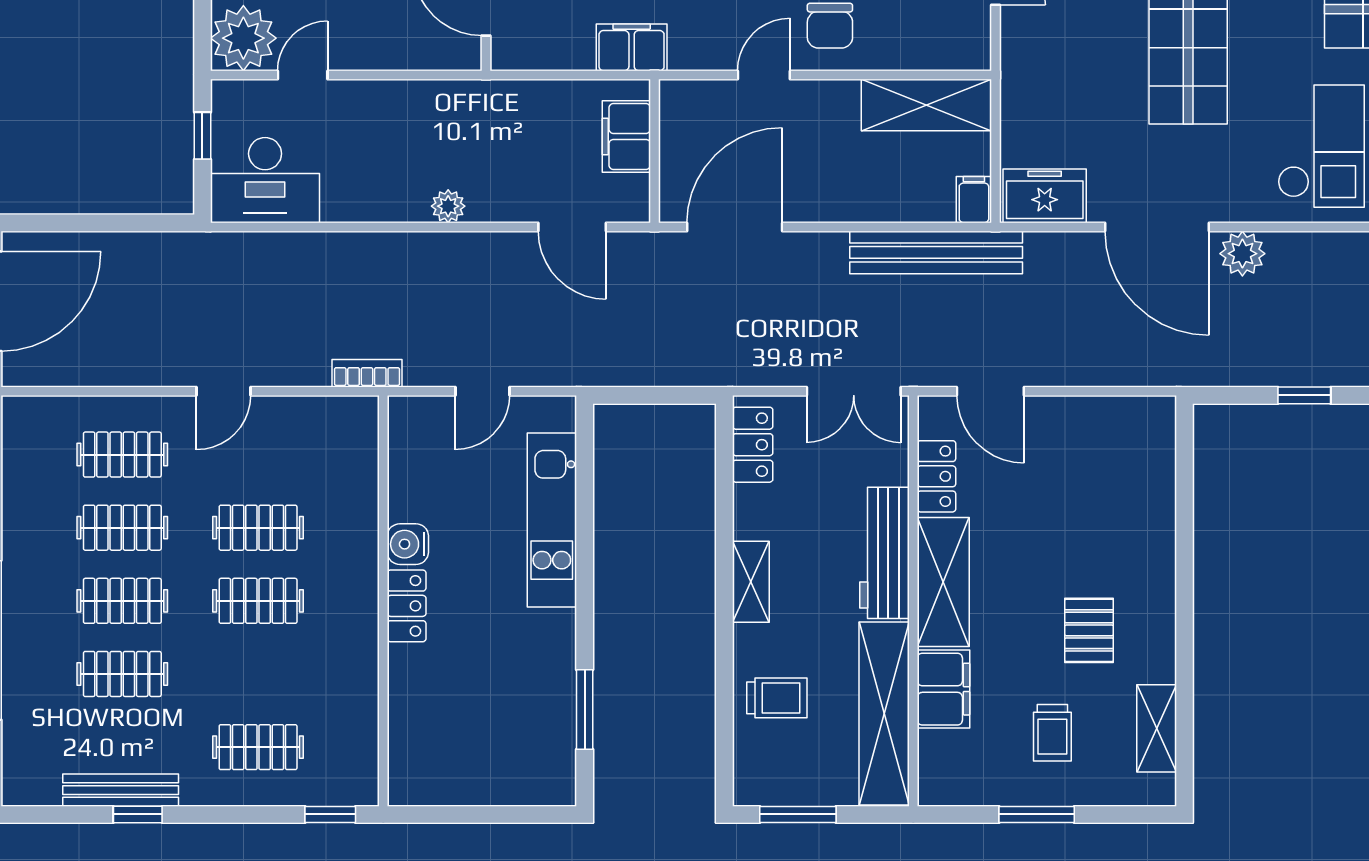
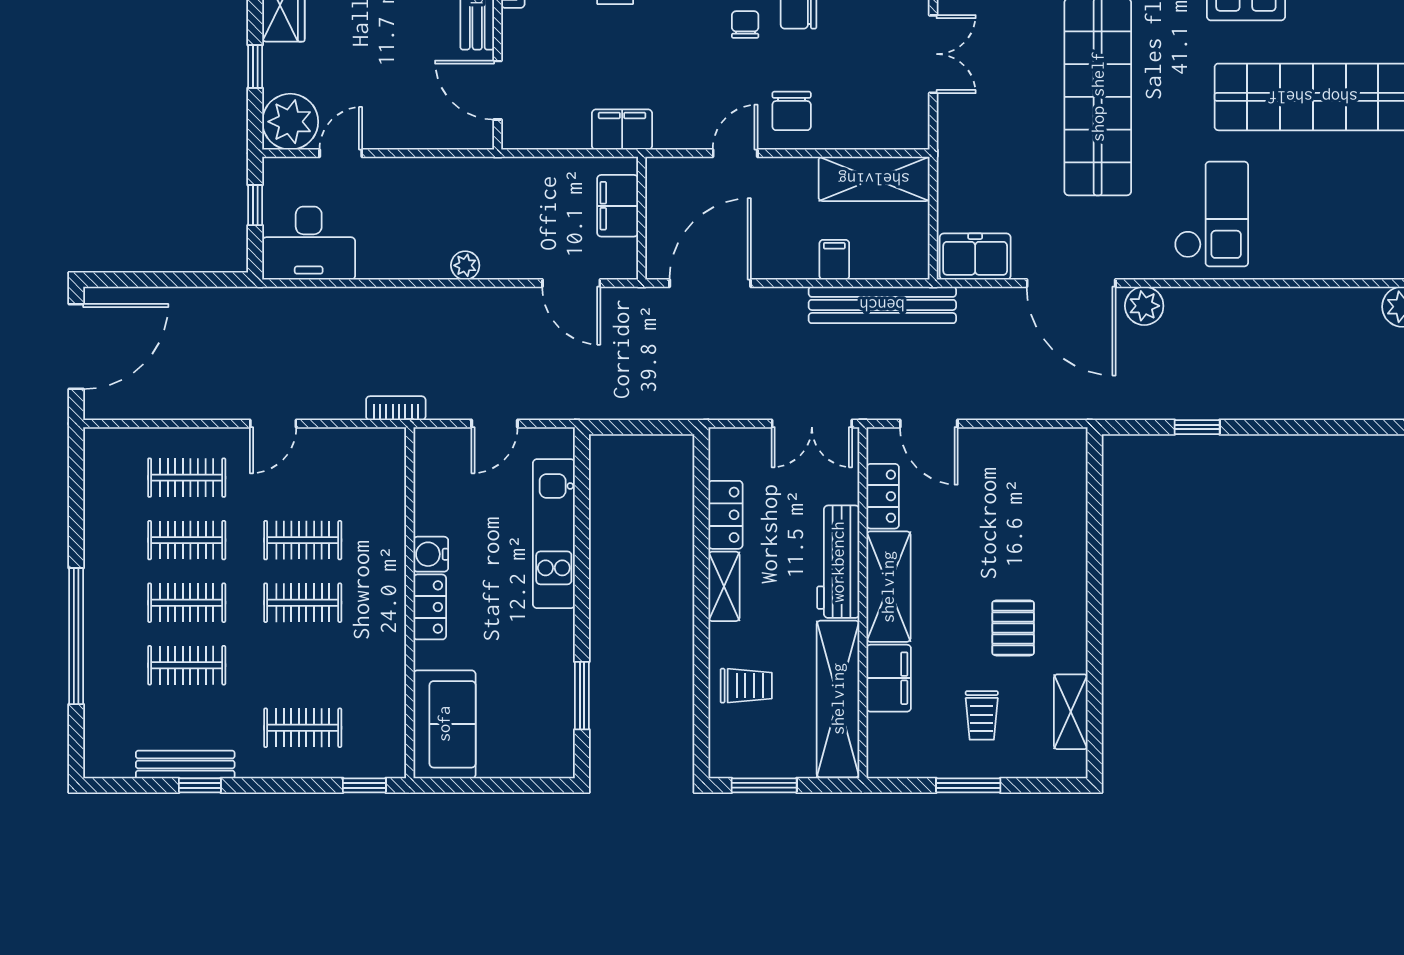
filing cabinet: (974, 200) -> (834, 260), moved
locker: (753, 445) -> (725, 515), moved
sofa: (424, 743) -> (444, 724), added

